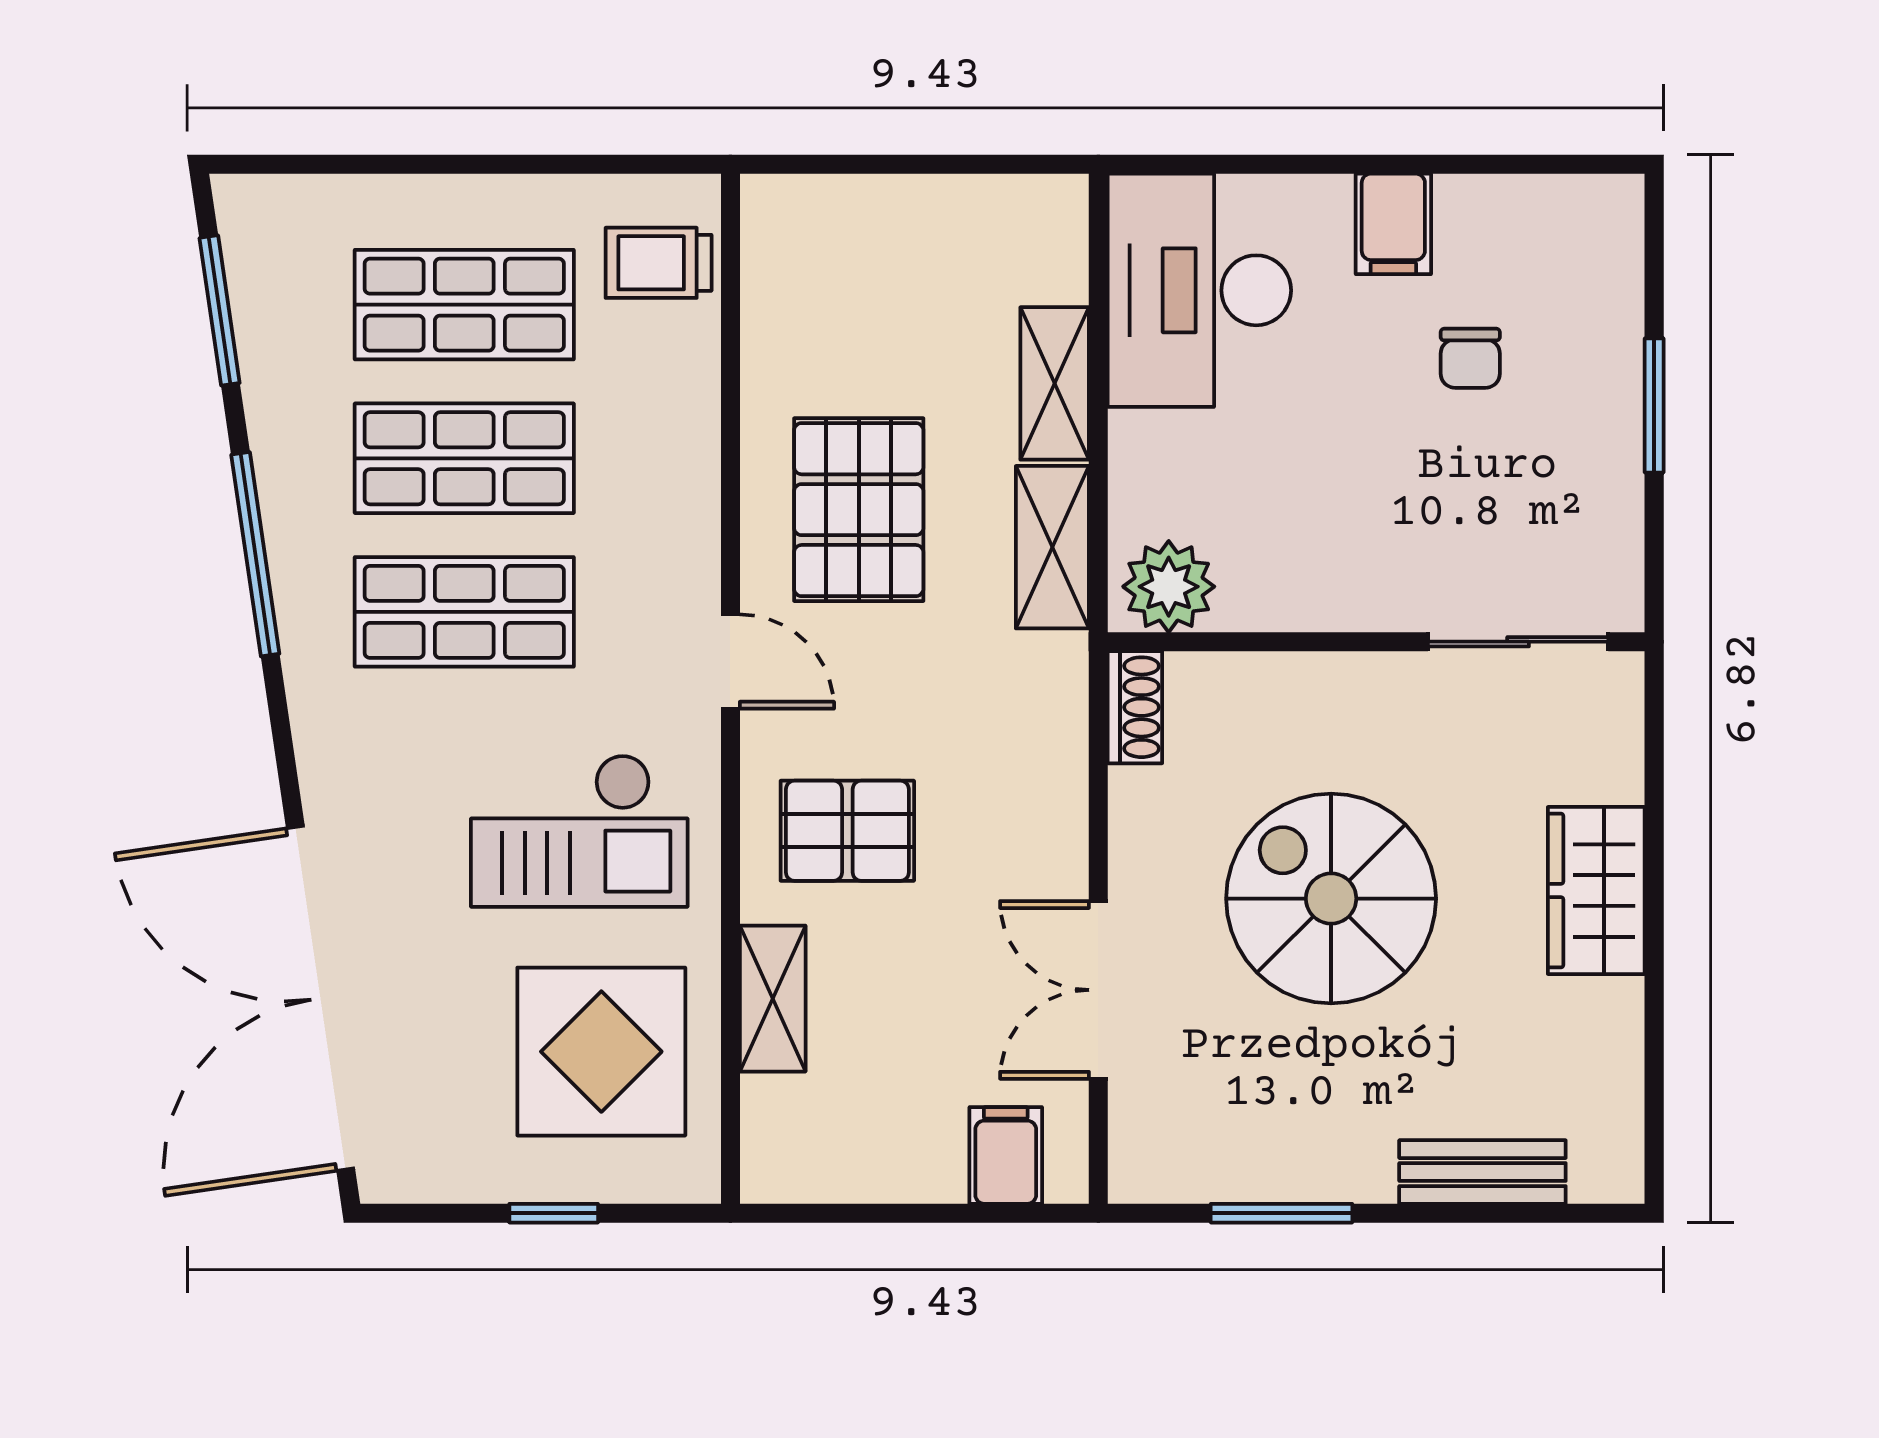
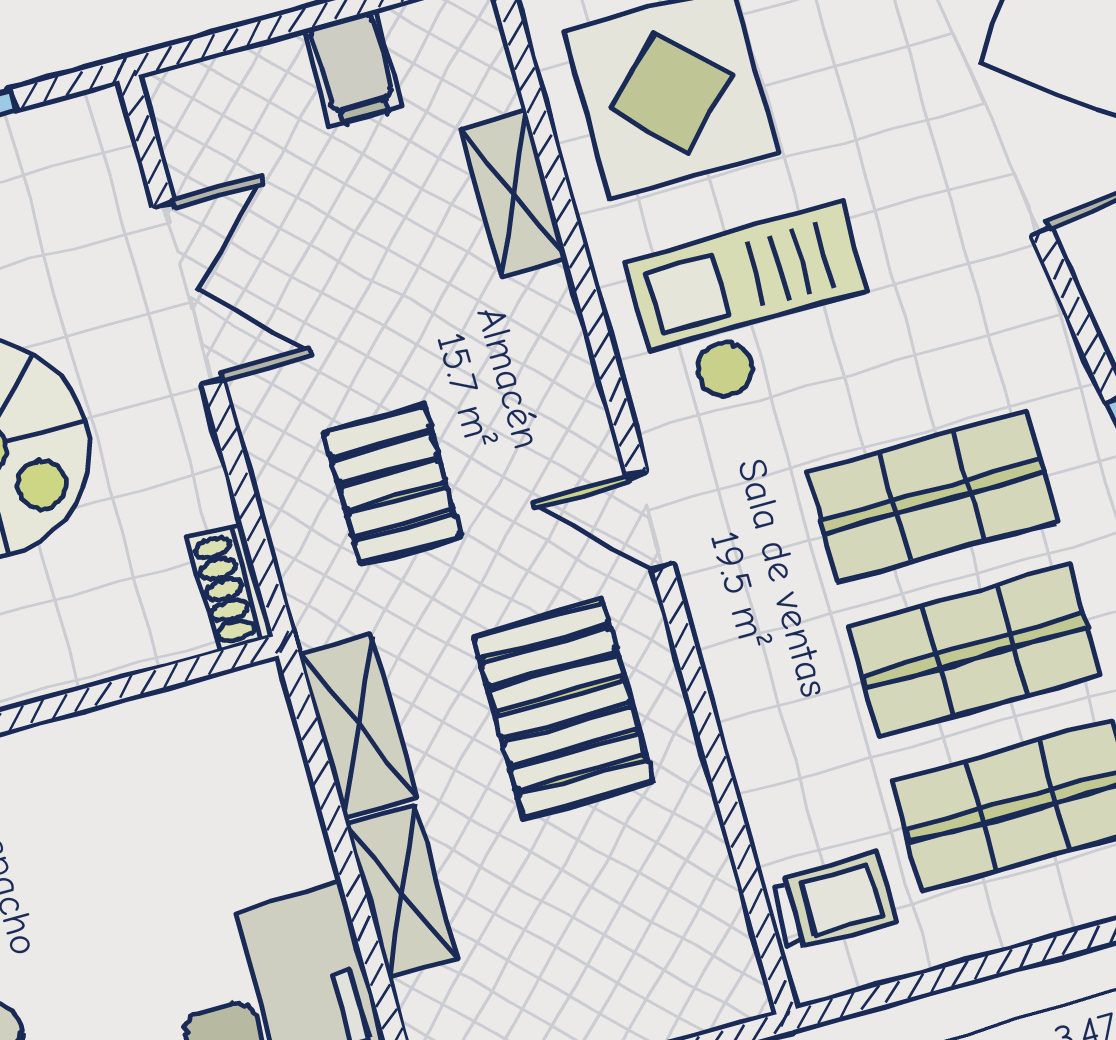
plant: (1169, 587) -> (230, 718), removed
pallet: (847, 831) -> (392, 485), moved, turned 90
filing cabinet: (1006, 1155) -> (353, 68), moved

